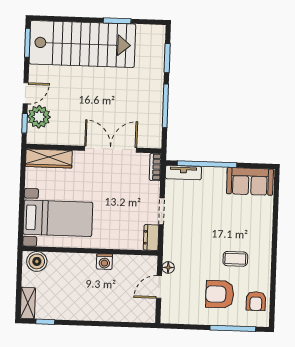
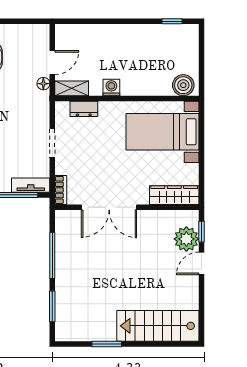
window: (27, 43) -> (201, 317), removed
stairs: (82, 44) -> (158, 326), width x0.73, depth x0.66
dresser: (151, 237) -> (84, 109), moved, turned 90
shelving: (28, 303) -> (72, 88), moved, turned 90

